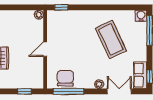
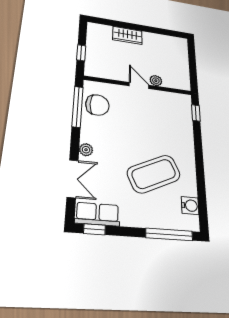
plant: (39, 15) -> (156, 81), moved
water cooler: (141, 16) -> (190, 206), moved

